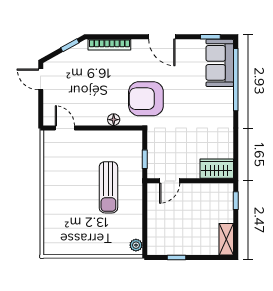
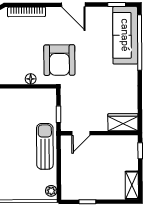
sofa: (220, 63) -> (125, 35), width x1.36
armchair: (146, 99) -> (59, 60), turned -90
sun lounger: (108, 187) -> (45, 146), moved, turned 180

